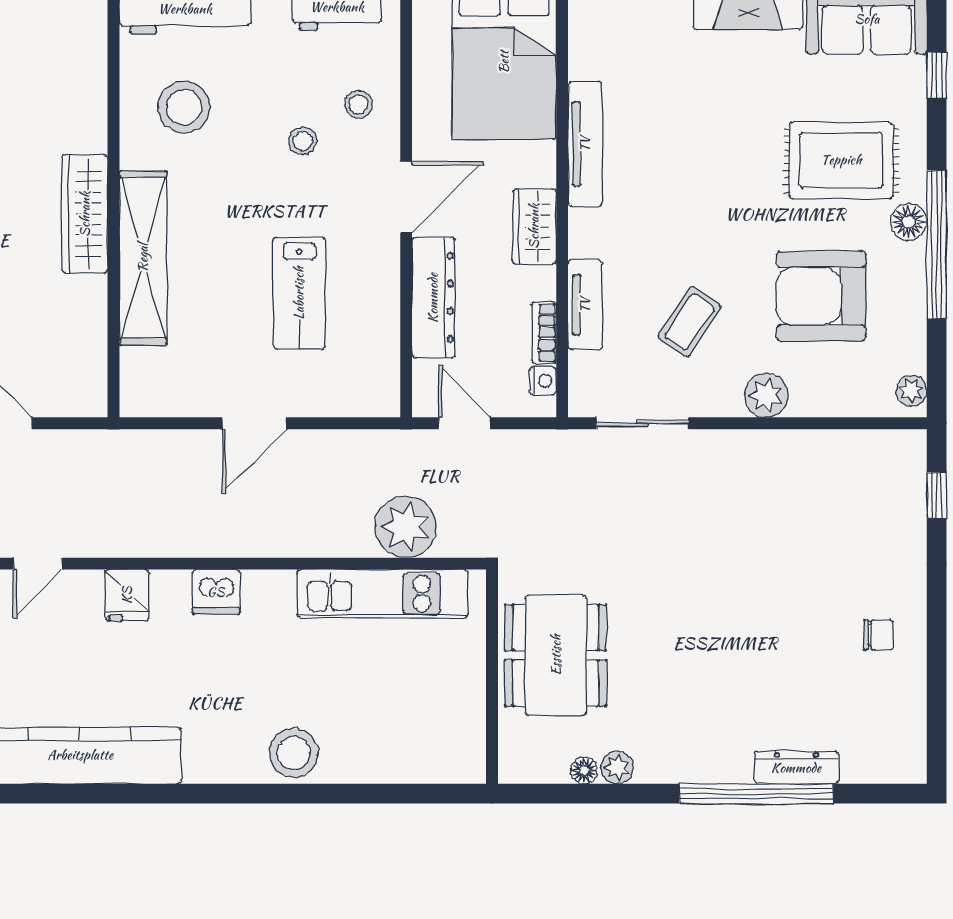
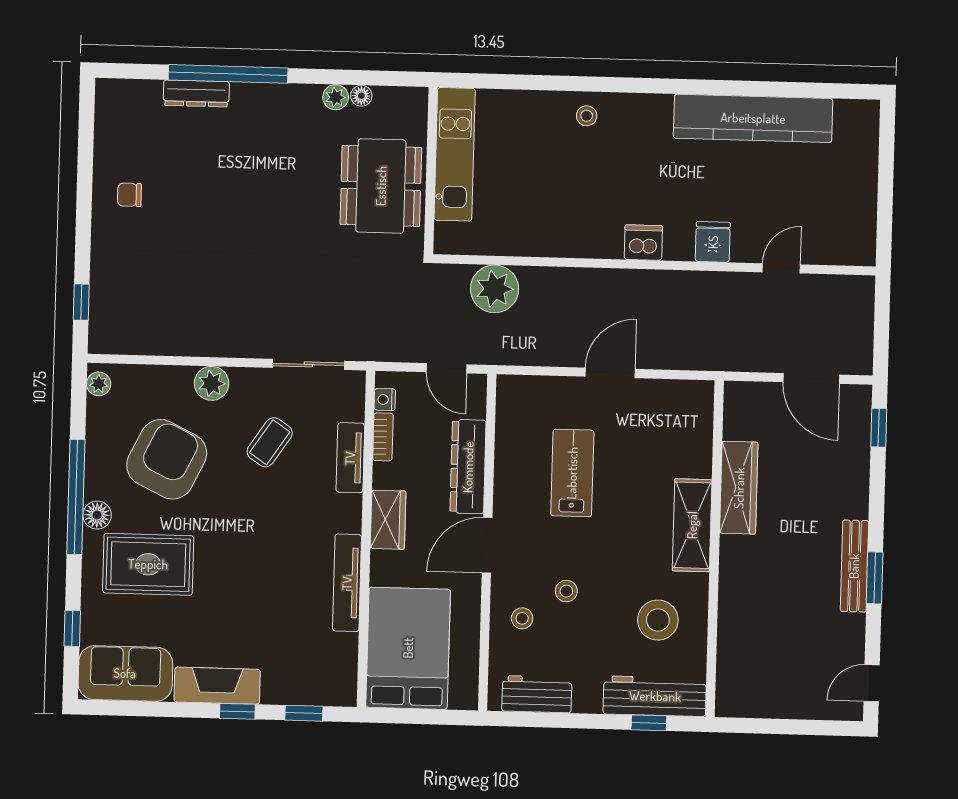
wardrobe: (85, 214) -> (739, 488), moved
shelving: (143, 258) -> (692, 525), width x0.68
armchair: (821, 296) -> (167, 459), turned -64
kitchen unit: (382, 594) -> (455, 154), moved, turned 90
stool: (294, 753) -> (587, 116), width x0.53, depth x0.53

